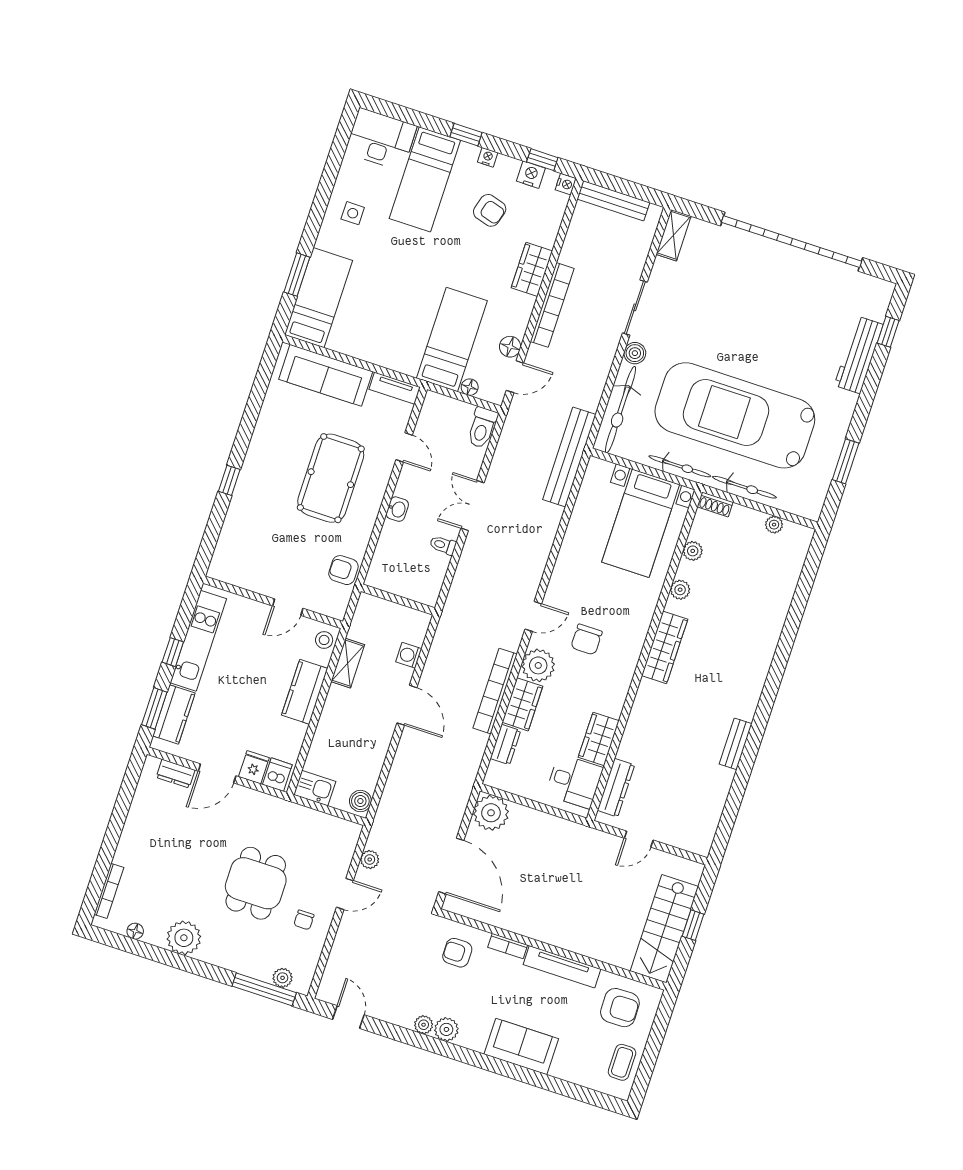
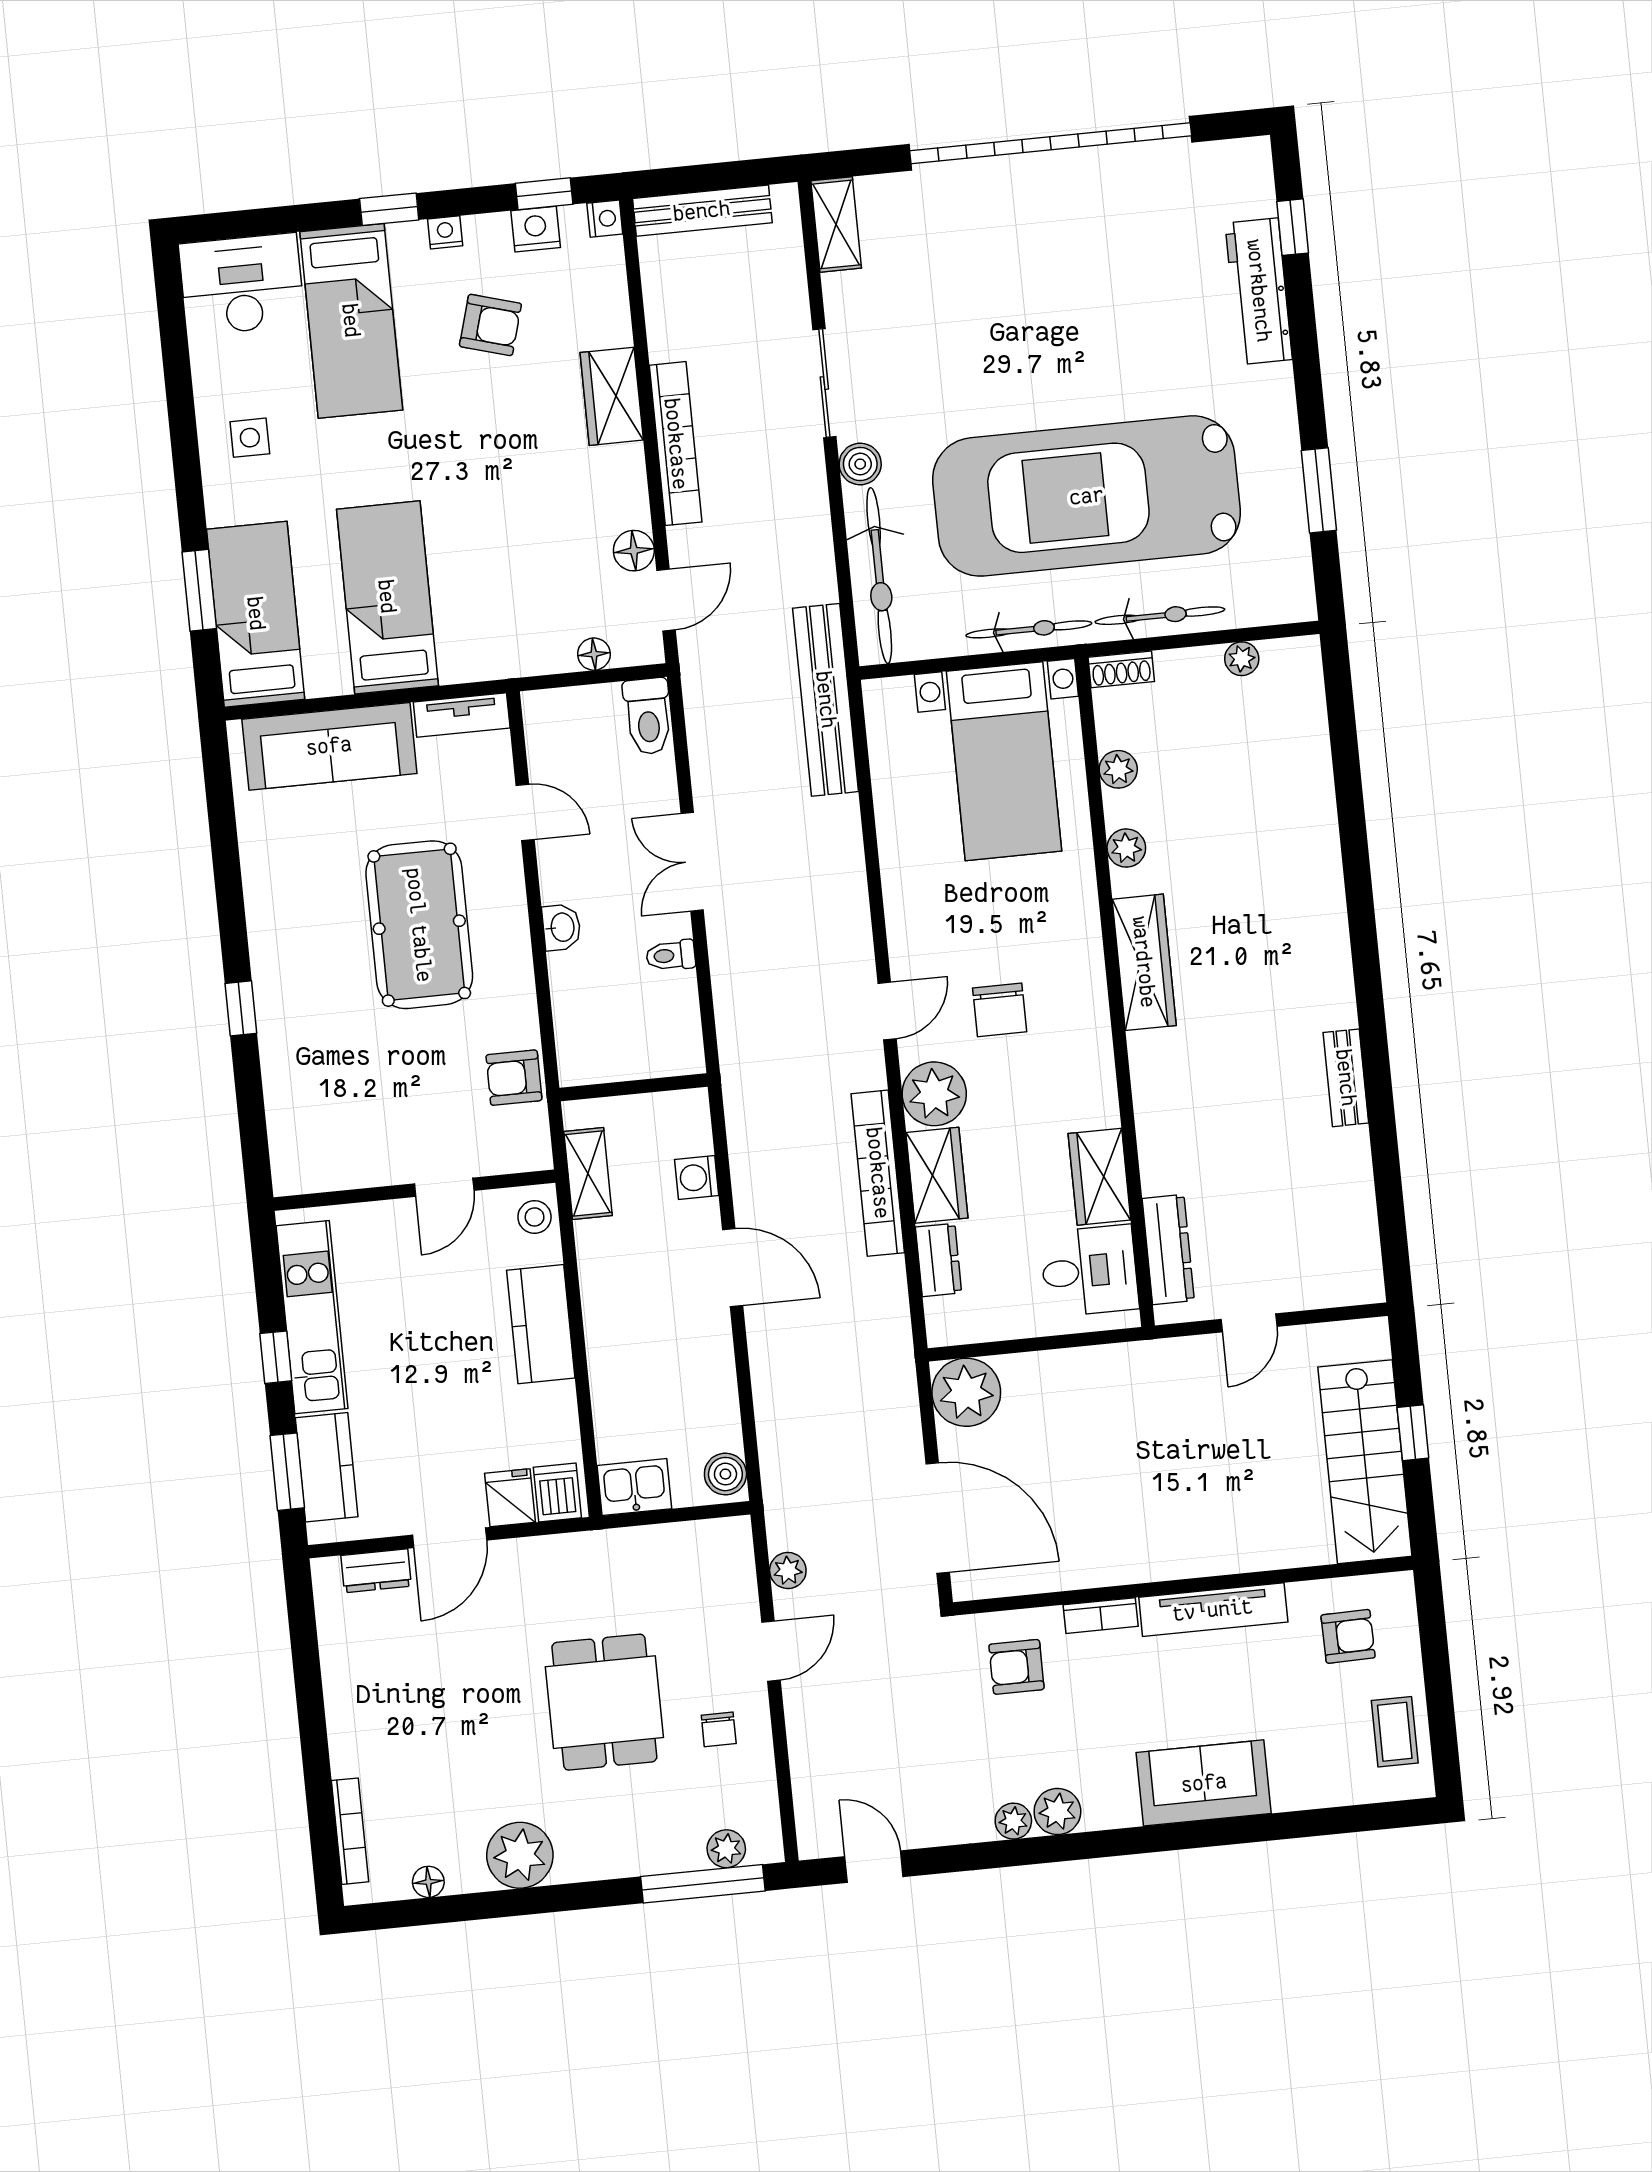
bed: (452, 340) -> (387, 597), moved
shelving: (348, 663) -> (588, 1174), moved
armchair: (620, 1008) -> (1348, 1636), width x0.72, depth x0.72

